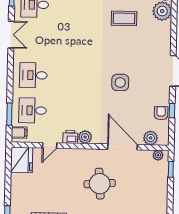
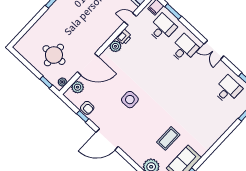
double door: (11, 35) -> (214, 50), moved
door: (50, 145) -> (130, 19), hinge flipped
round table: (100, 184) -> (54, 55), moved

